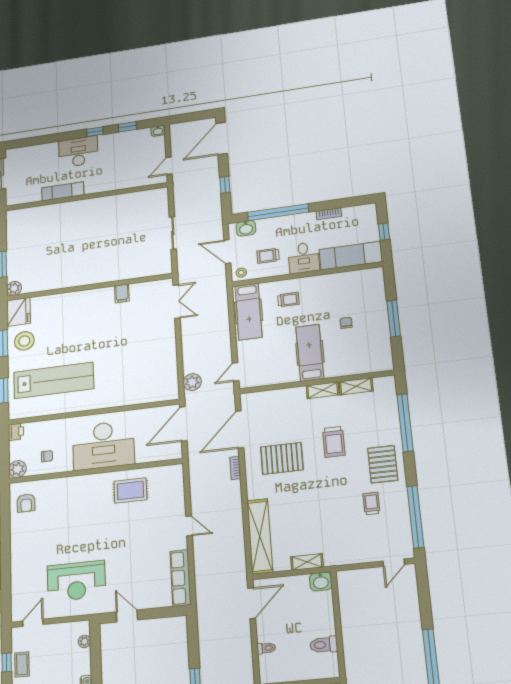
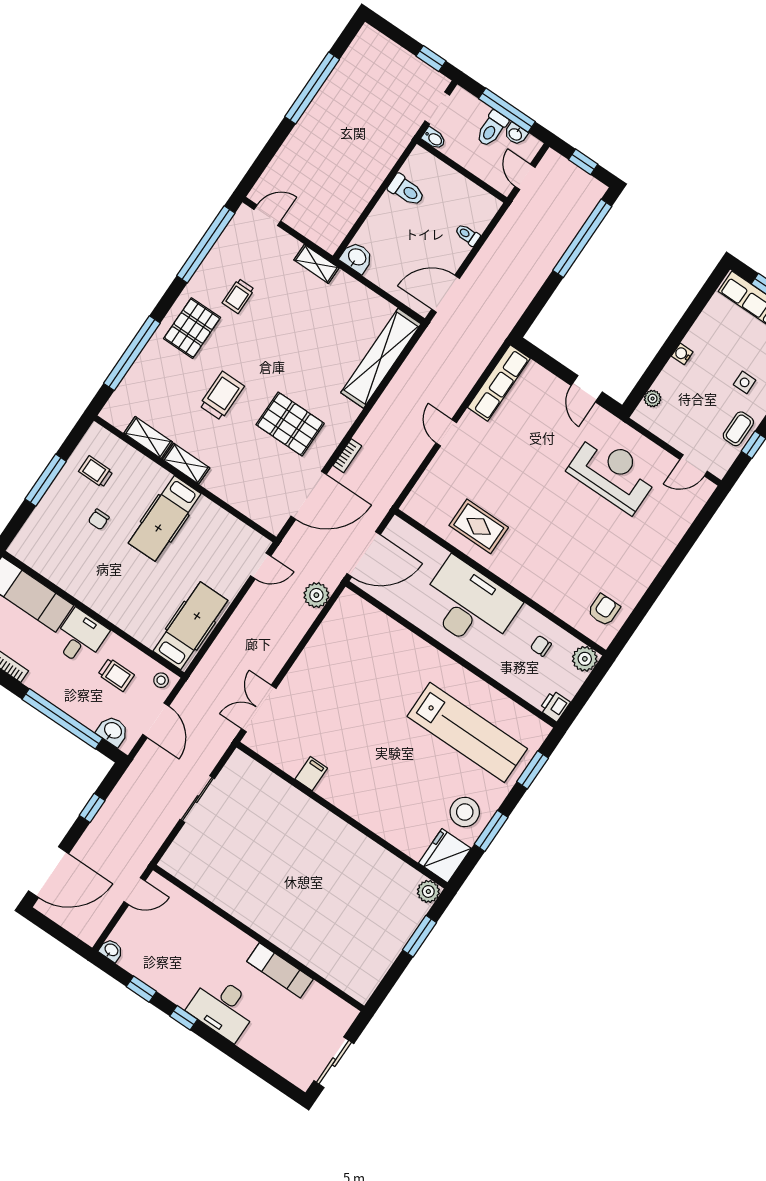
trolley: (288, 300) -> (96, 472), moved
lab bench: (54, 380) -> (467, 732), turned 180
shelving: (307, 562) -> (316, 264), moved

